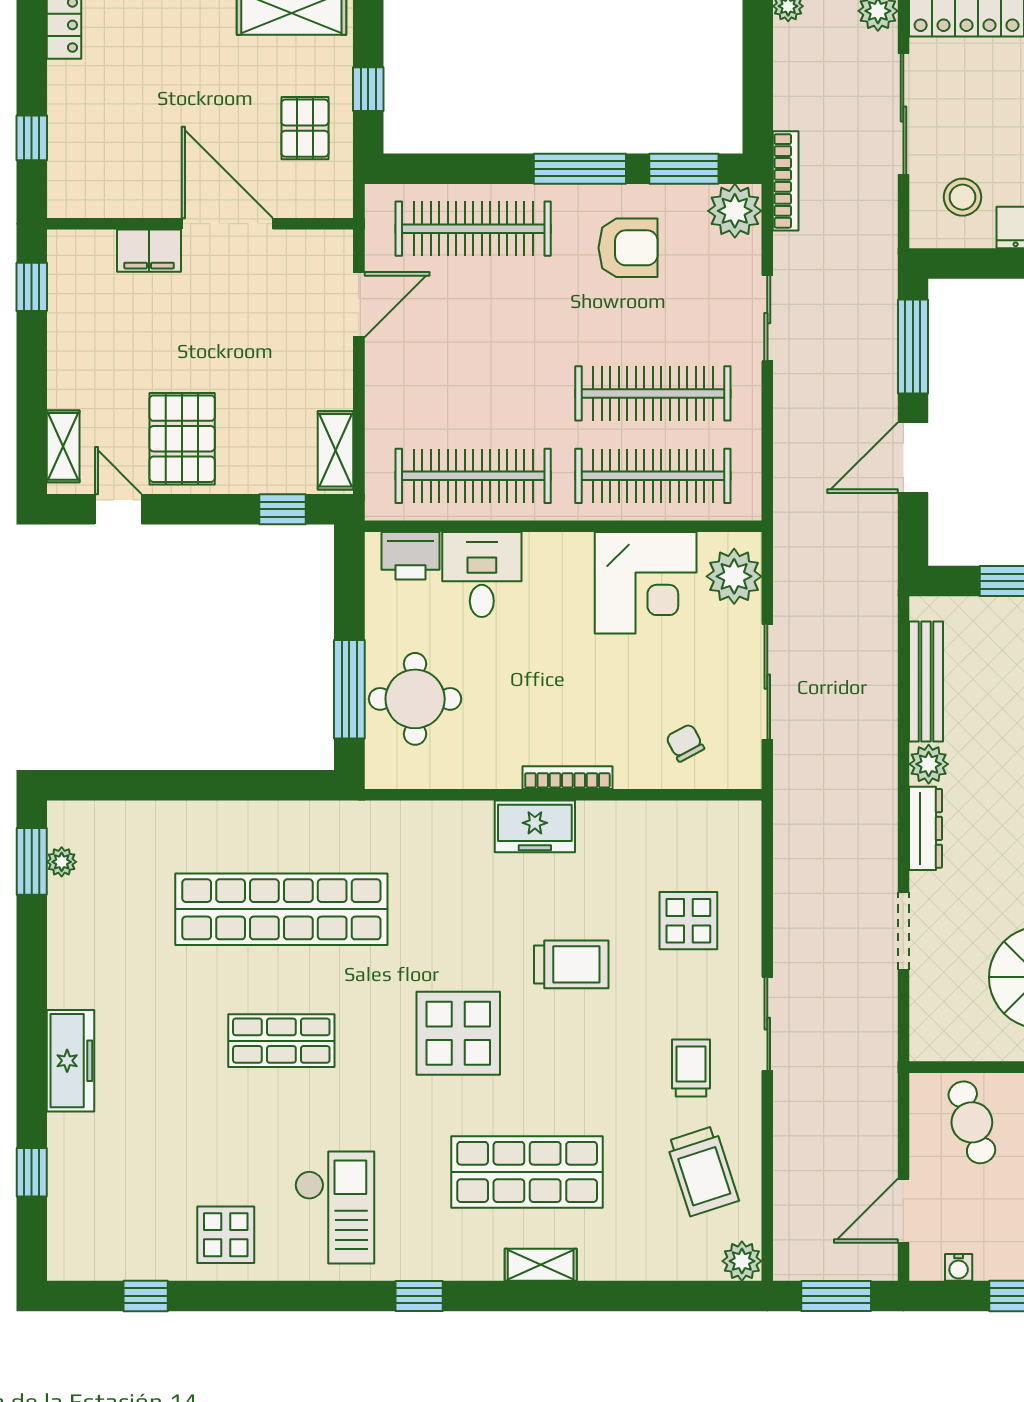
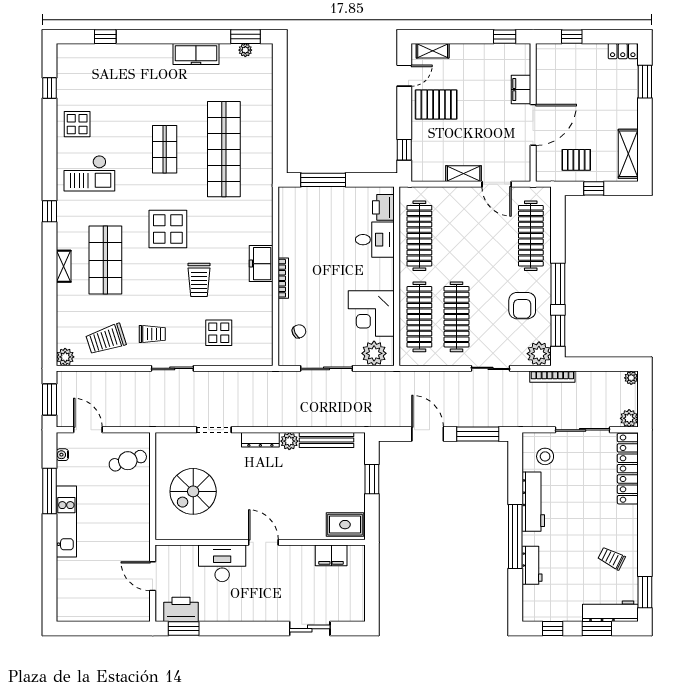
shelving: (336, 450) -> (464, 174), moved
round table: (415, 699) -> (319, 210), removed
freezer: (70, 1061) -> (196, 54), moved

